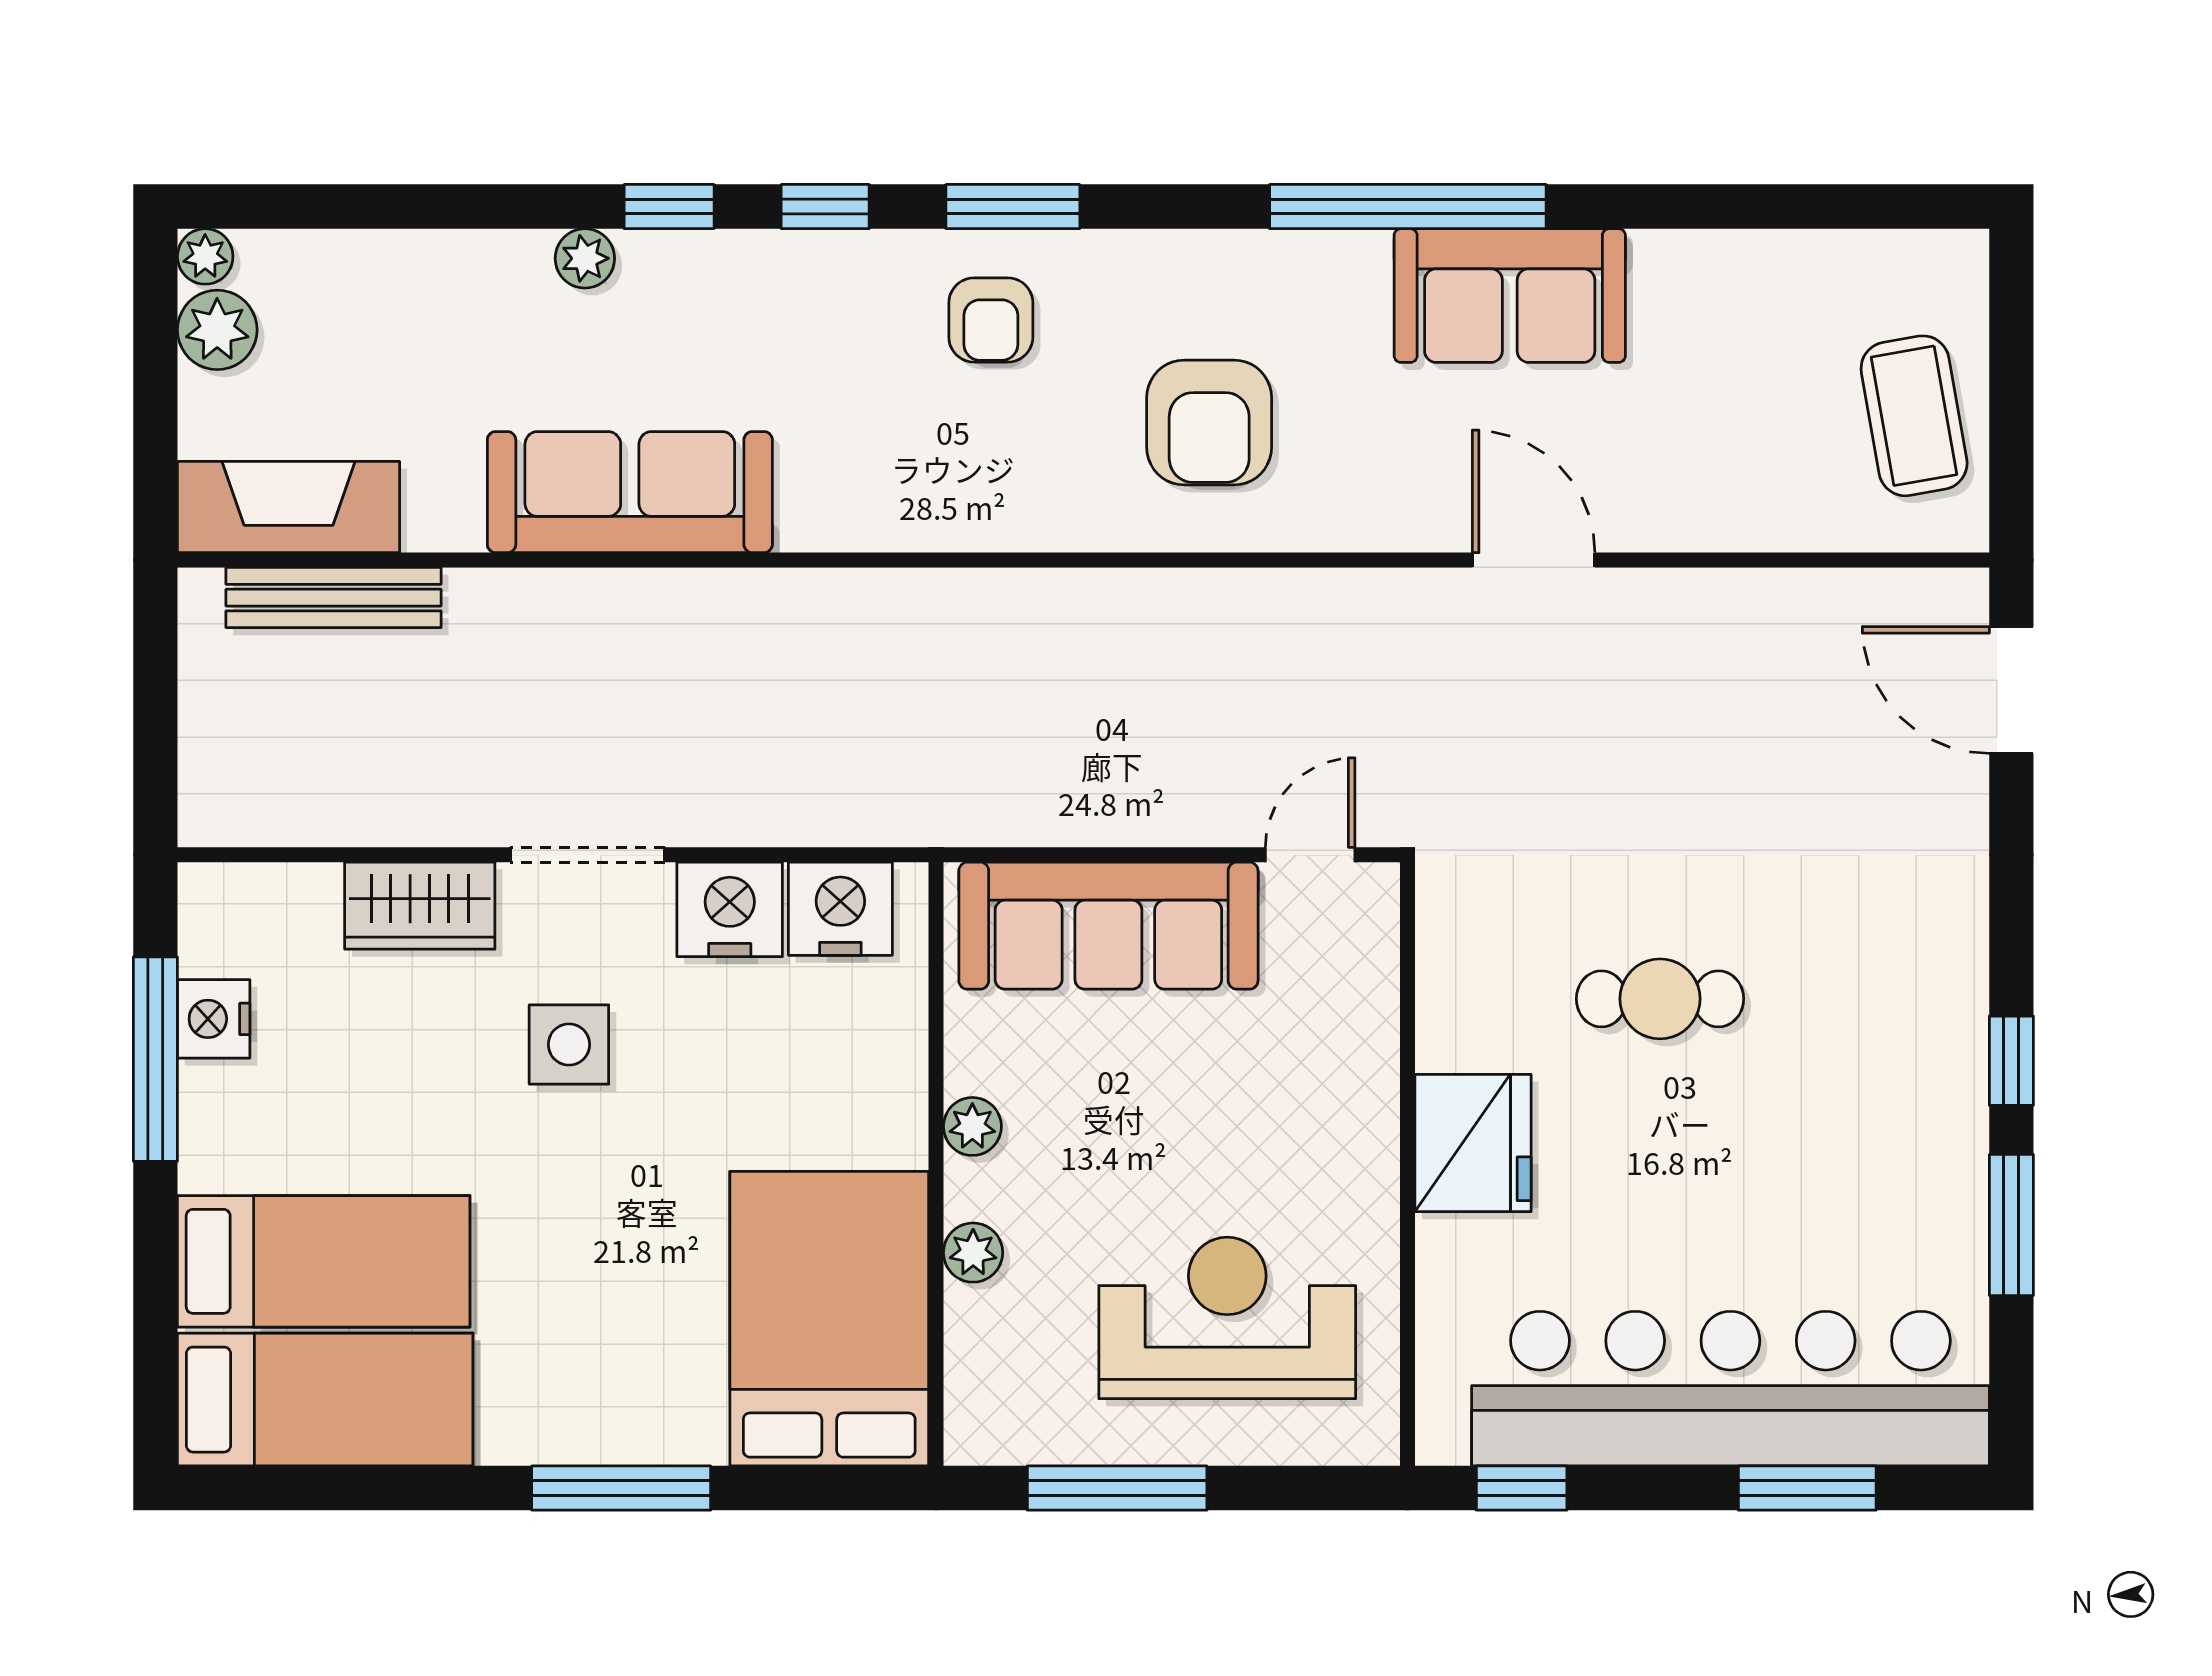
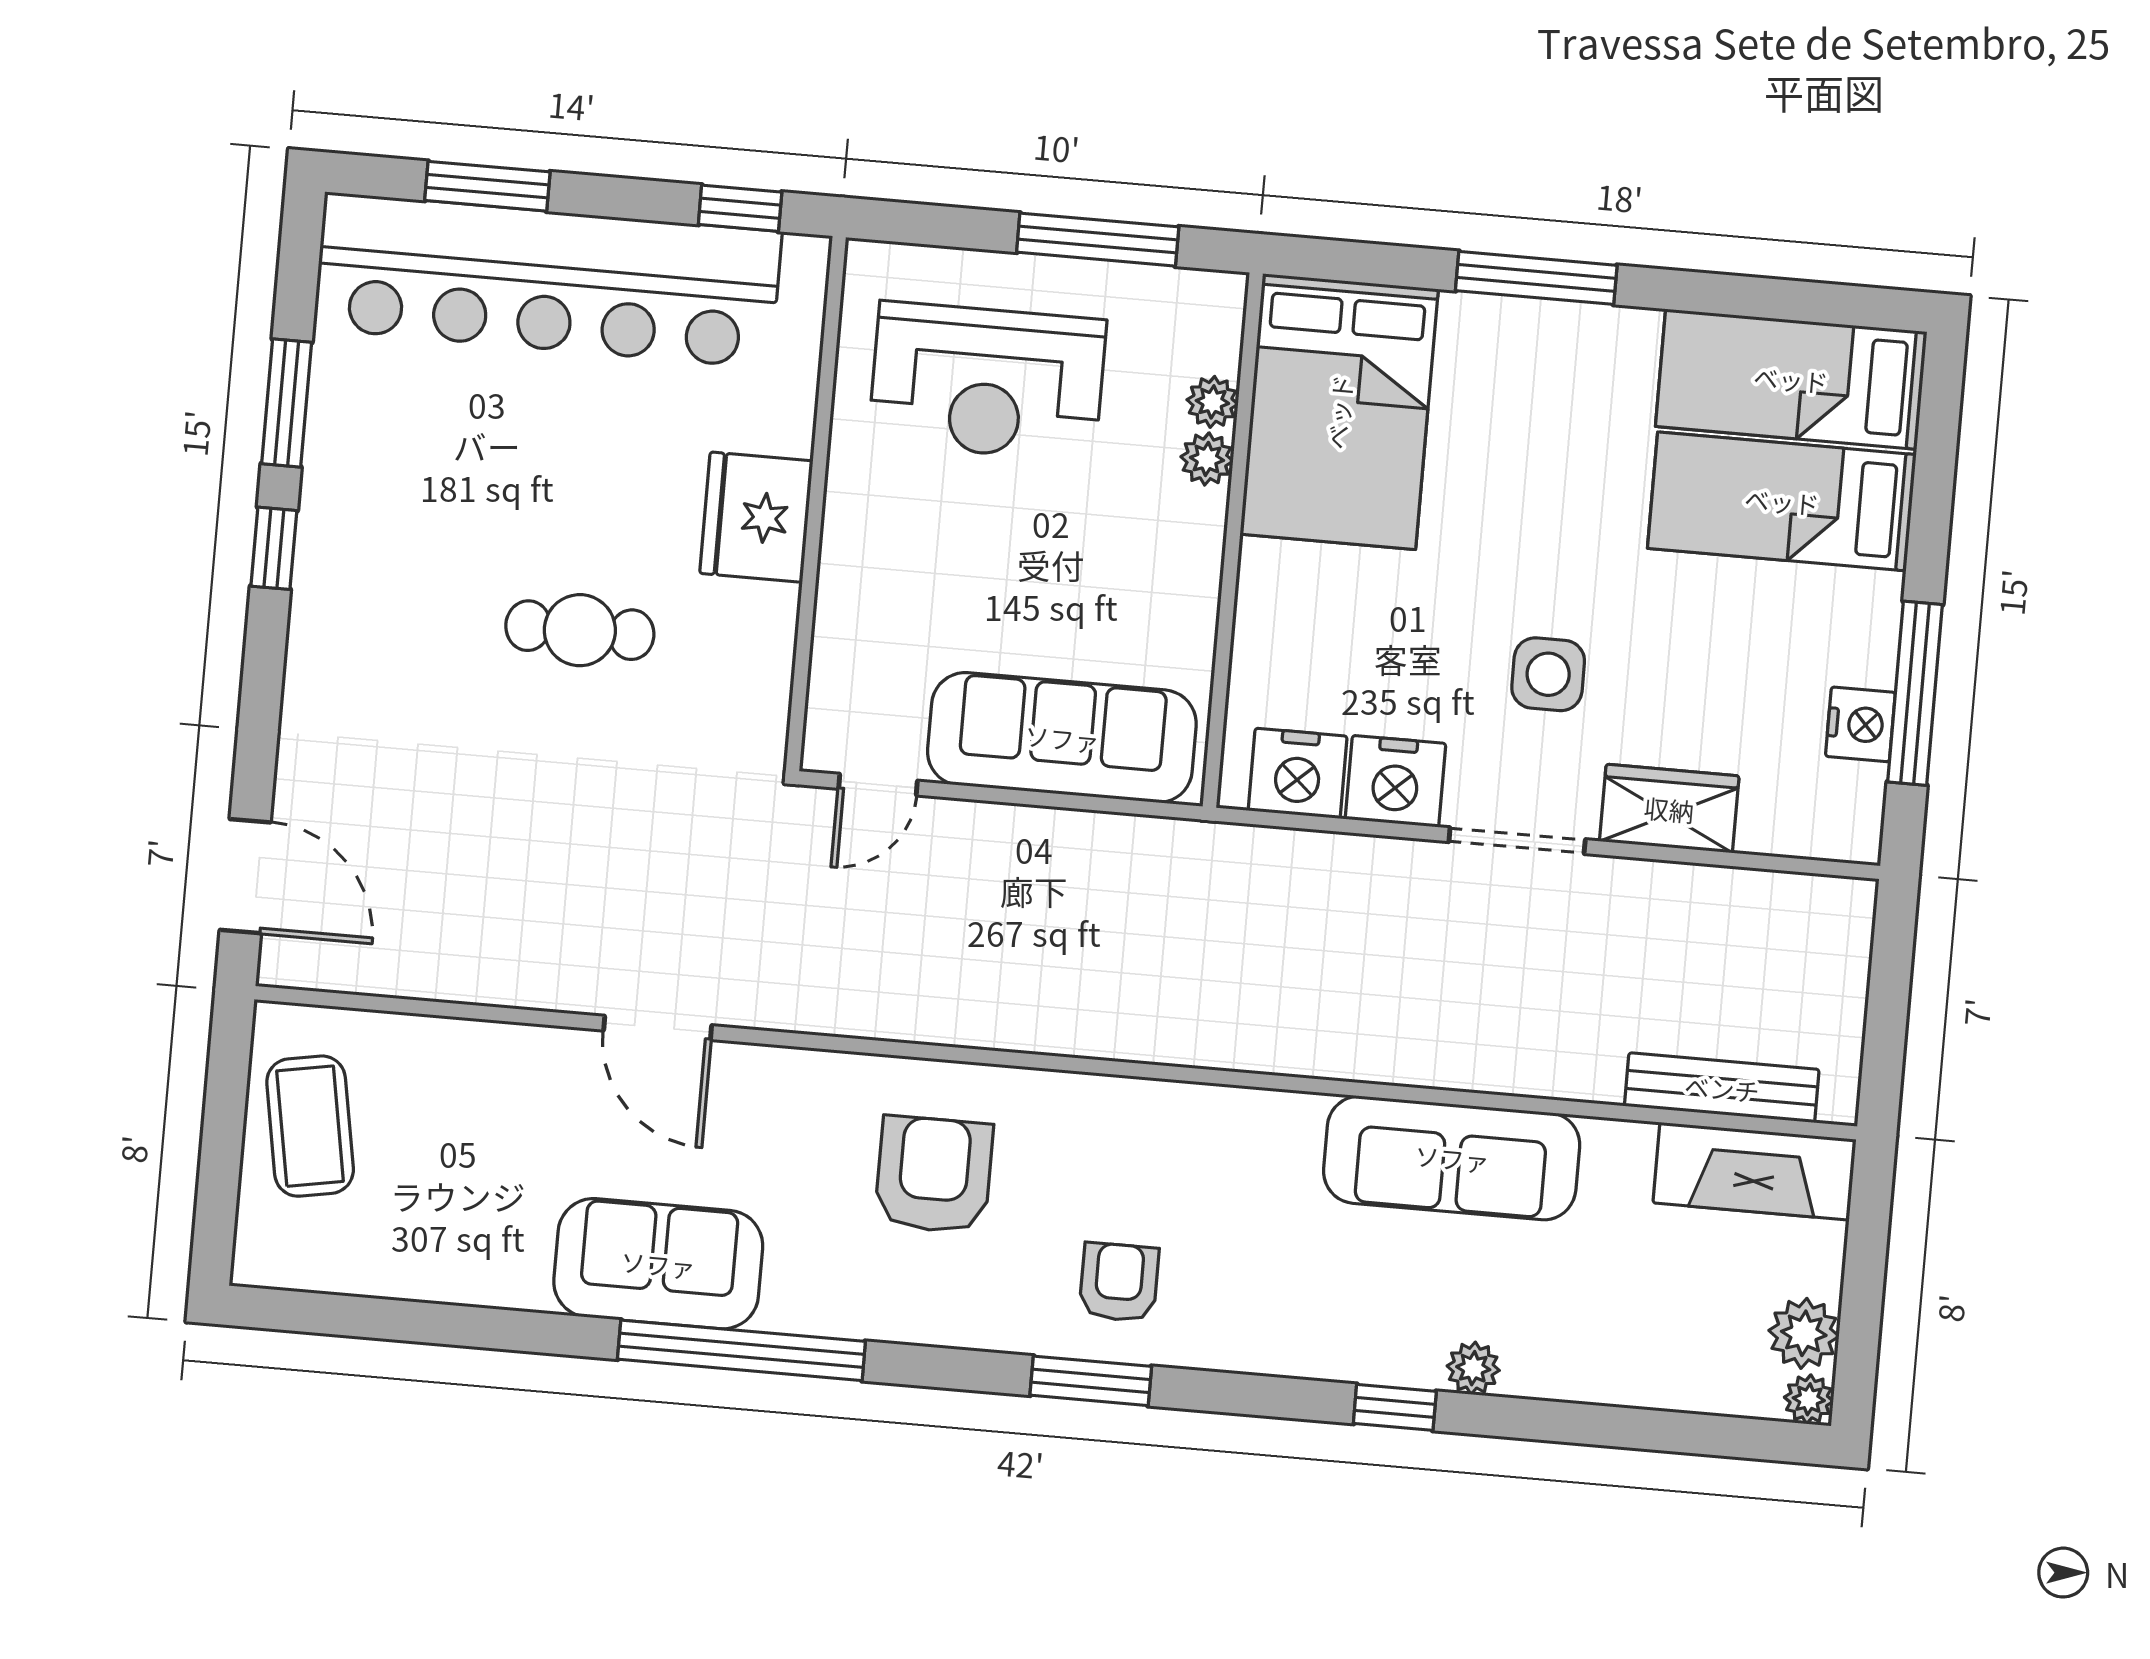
window: (825, 207) -> (1257, 1395), removed
plant: (972, 1126) -> (1212, 402), moved

